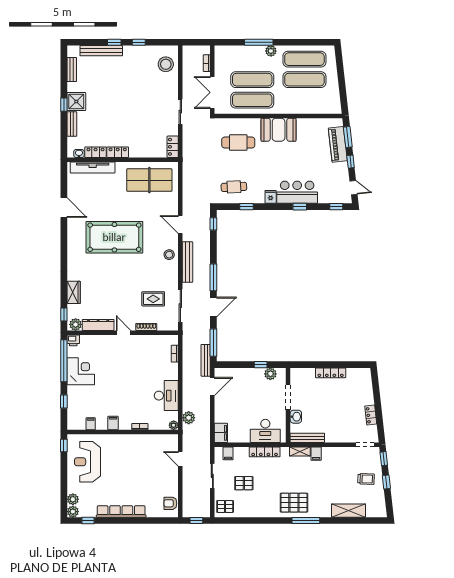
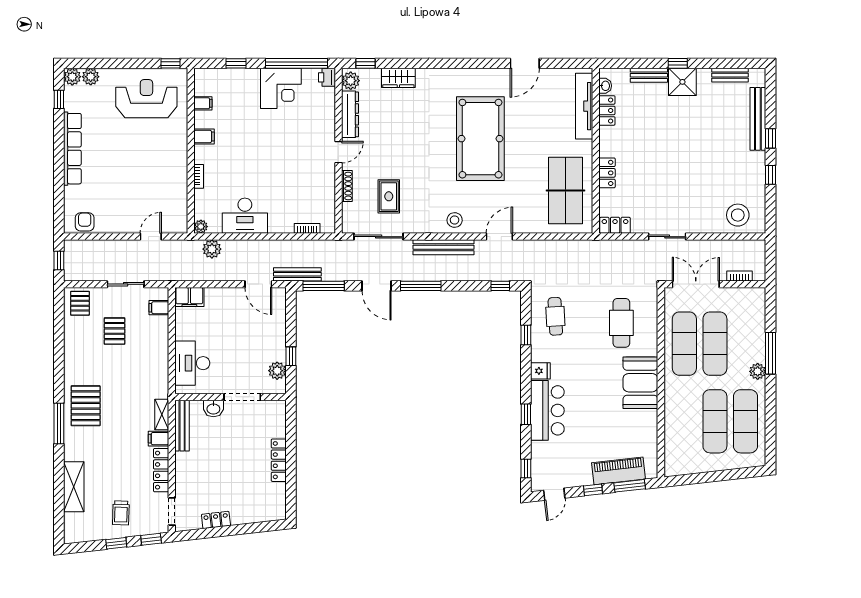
locker: (118, 152) -> (607, 173), moved
locker: (265, 452) -> (161, 470), moved

